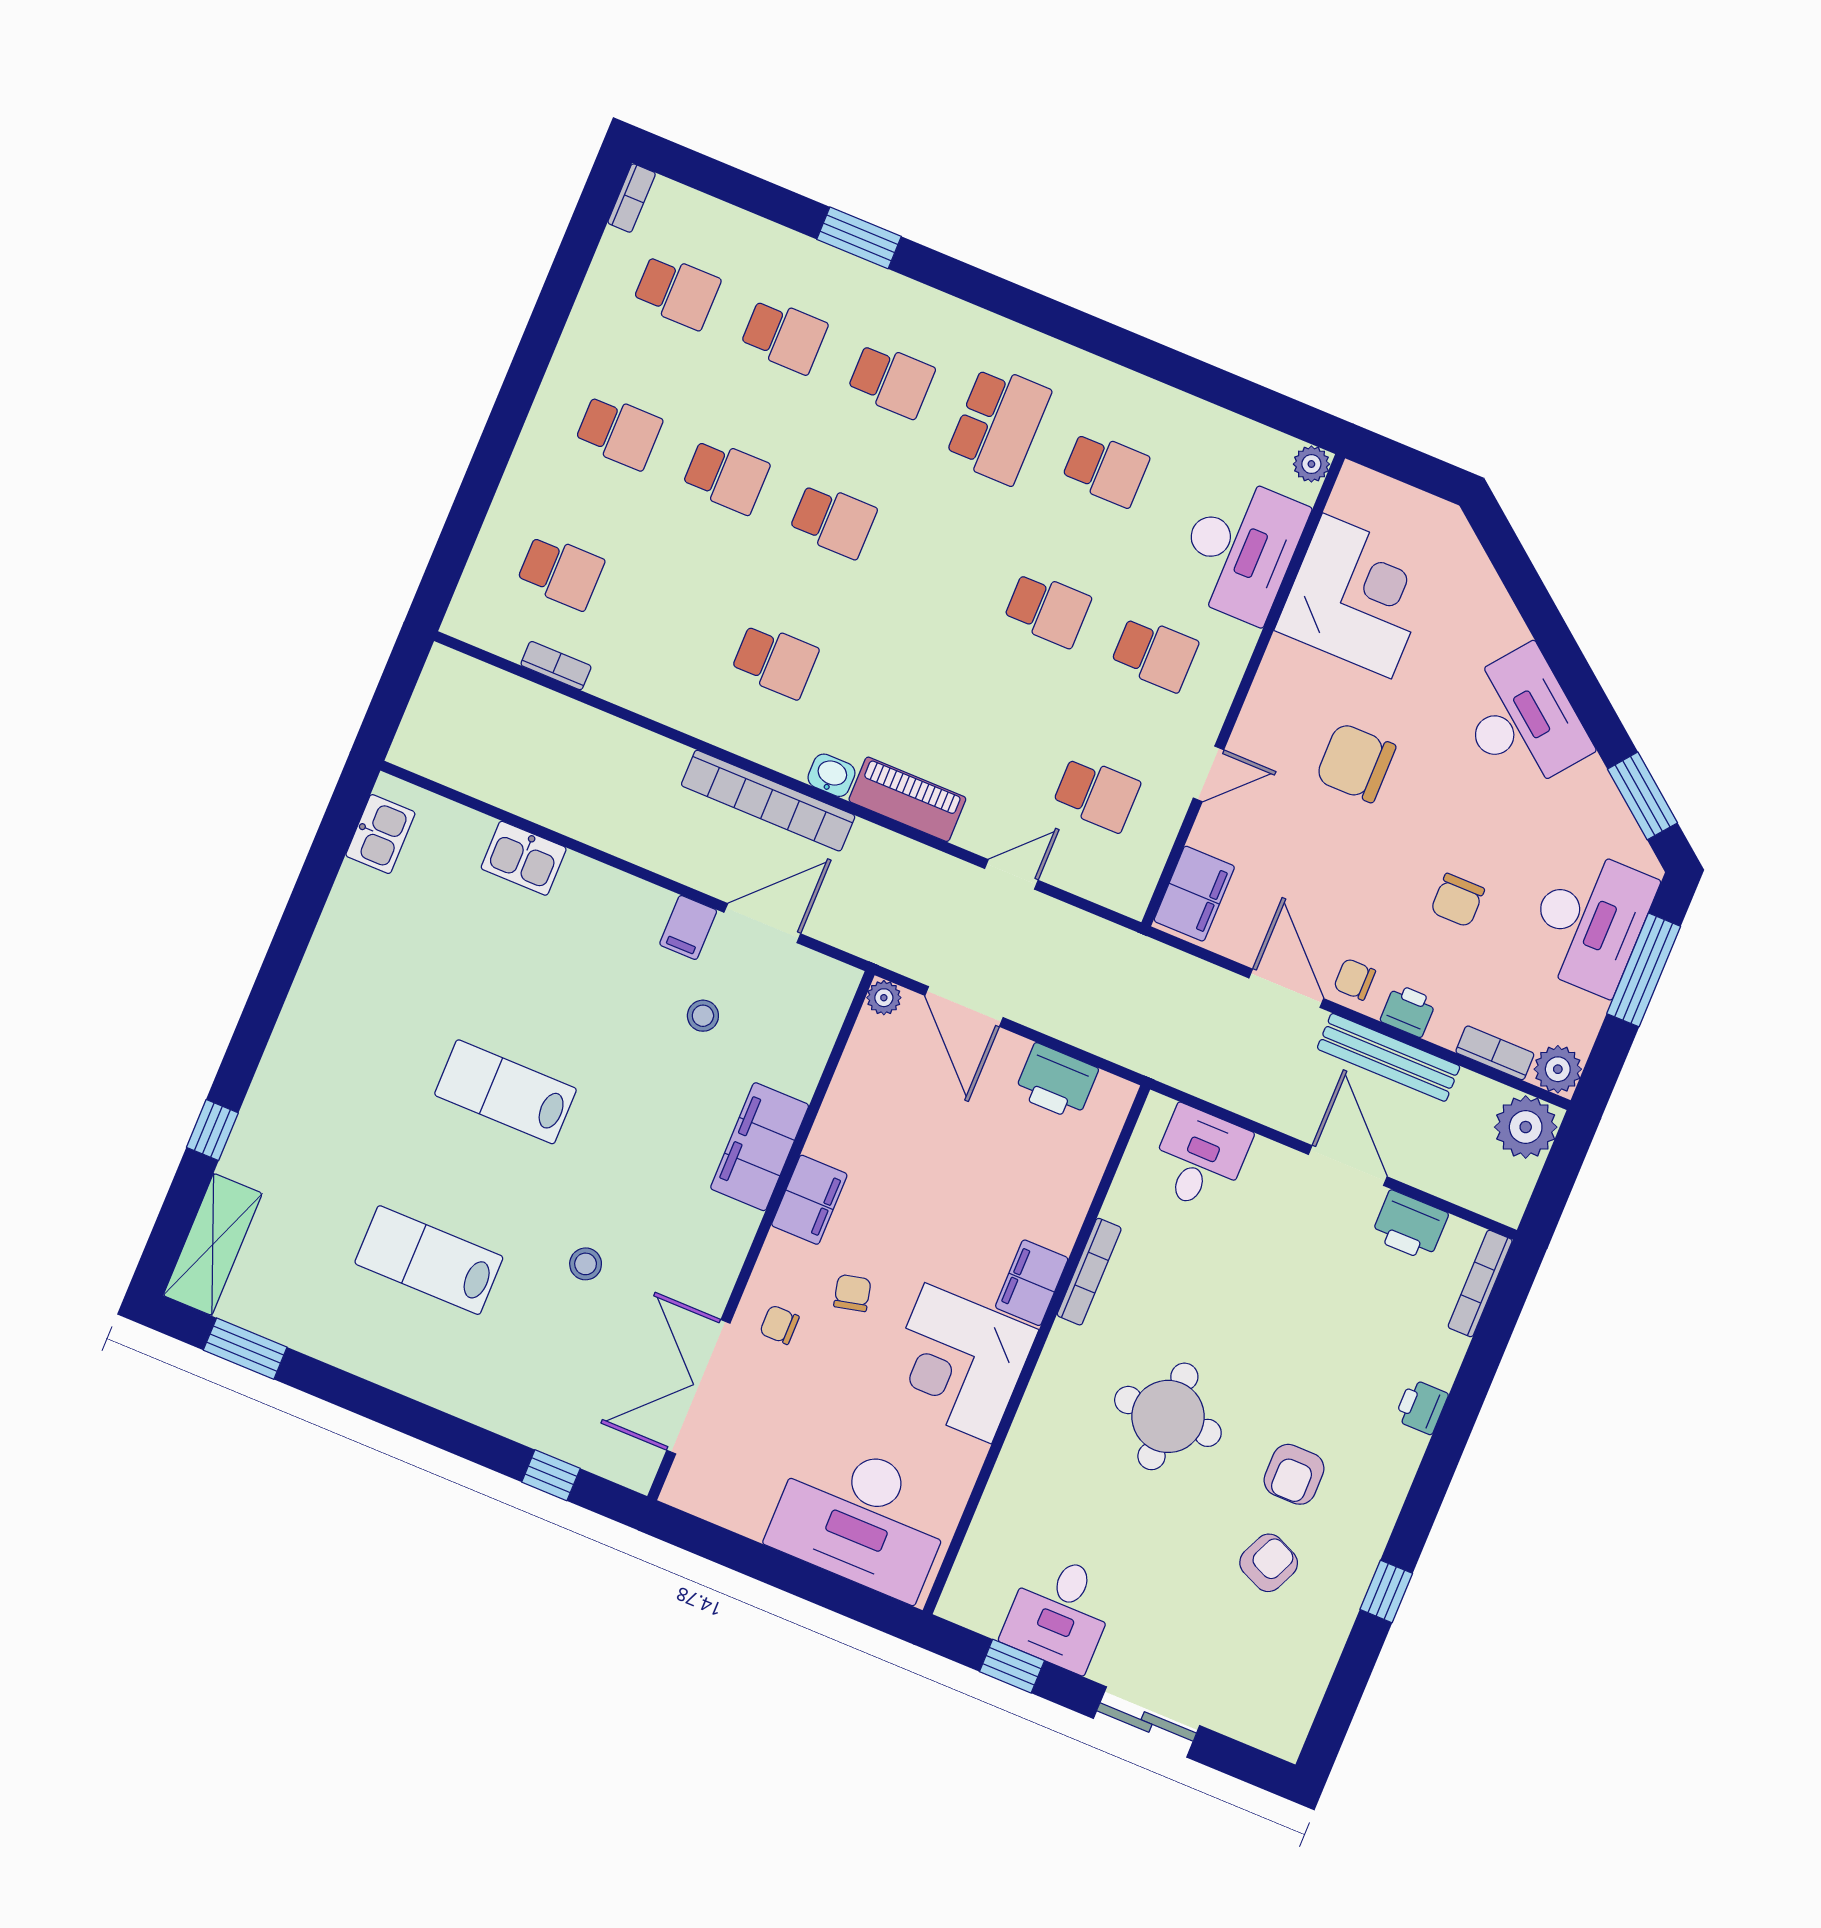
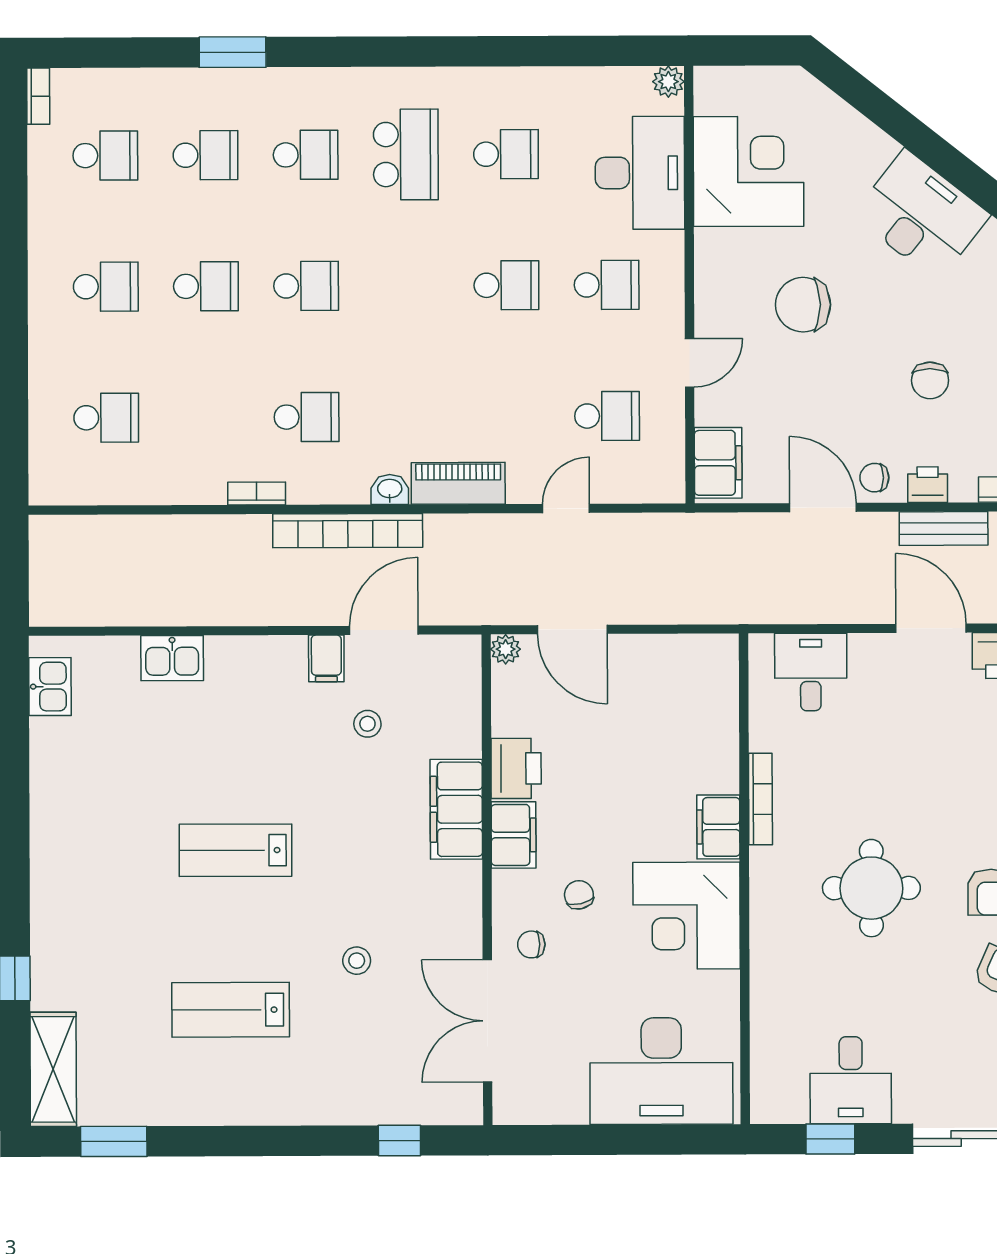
bookcase: (556, 666) -> (257, 493), moved
bench: (1389, 1057) -> (944, 529), width x0.73
printer: (1056, 1082) -> (516, 768), moved, turned -90

